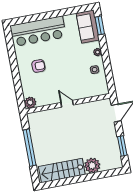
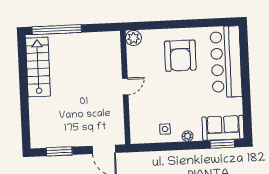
armchair: (38, 66) -> (180, 56), width x1.88, depth x1.88
window: (30, 148) -> (57, 30), moved
plant: (92, 165) -> (39, 108), removed

